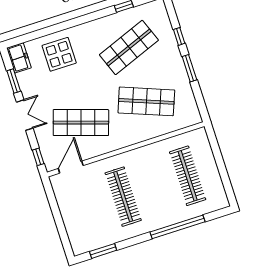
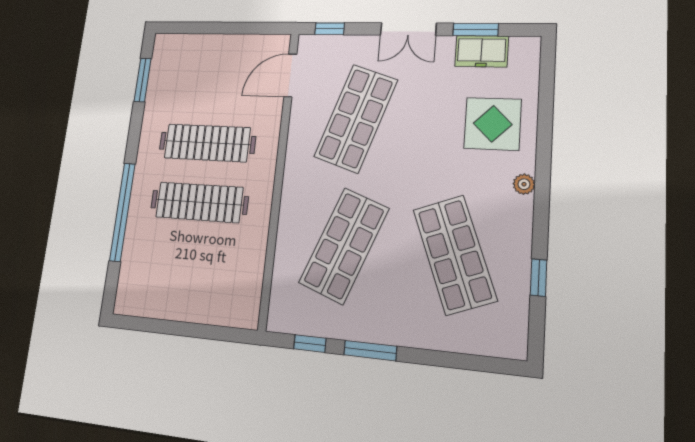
plant: (83, 29) -> (524, 184), added
window: (179, 36) -> (310, 344), moved
freezer: (19, 58) -> (482, 51), moved
door: (71, 167) -> (290, 75), swing flipped
clothes rail: (188, 176) -> (199, 202), moved

